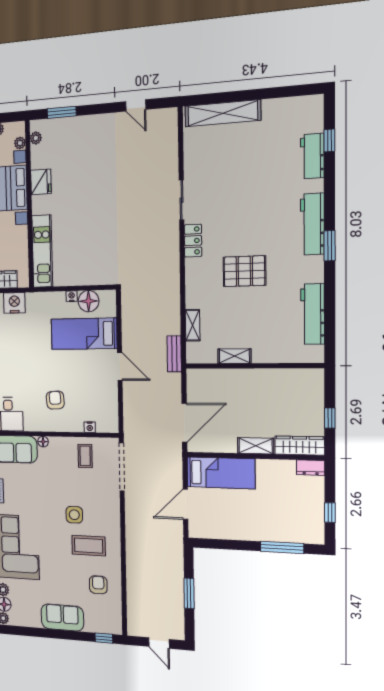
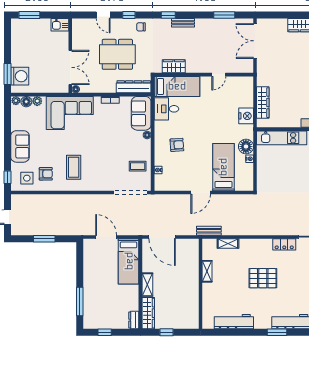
pallet: (244, 271) -> (263, 278), turned 90
floor lamp: (89, 301) -> (246, 147), moved
side table: (74, 515) -> (27, 178), moved

